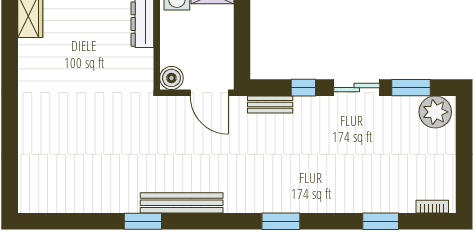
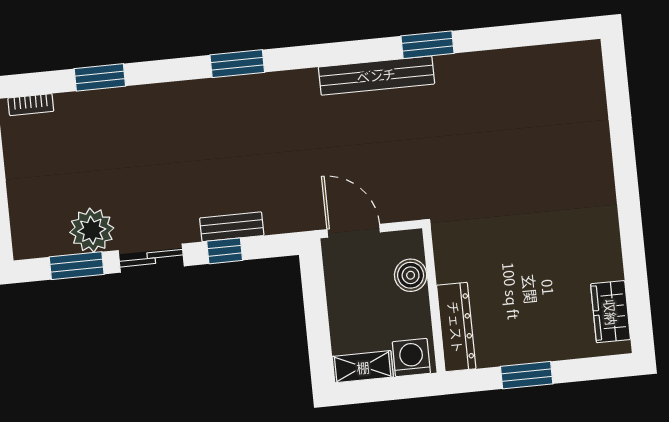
boiler: (171, 78) -> (411, 275), moved
bench: (270, 104) -> (232, 227), moved
plant: (435, 112) -> (92, 230), moved

